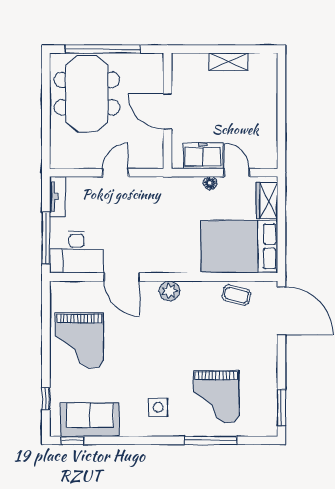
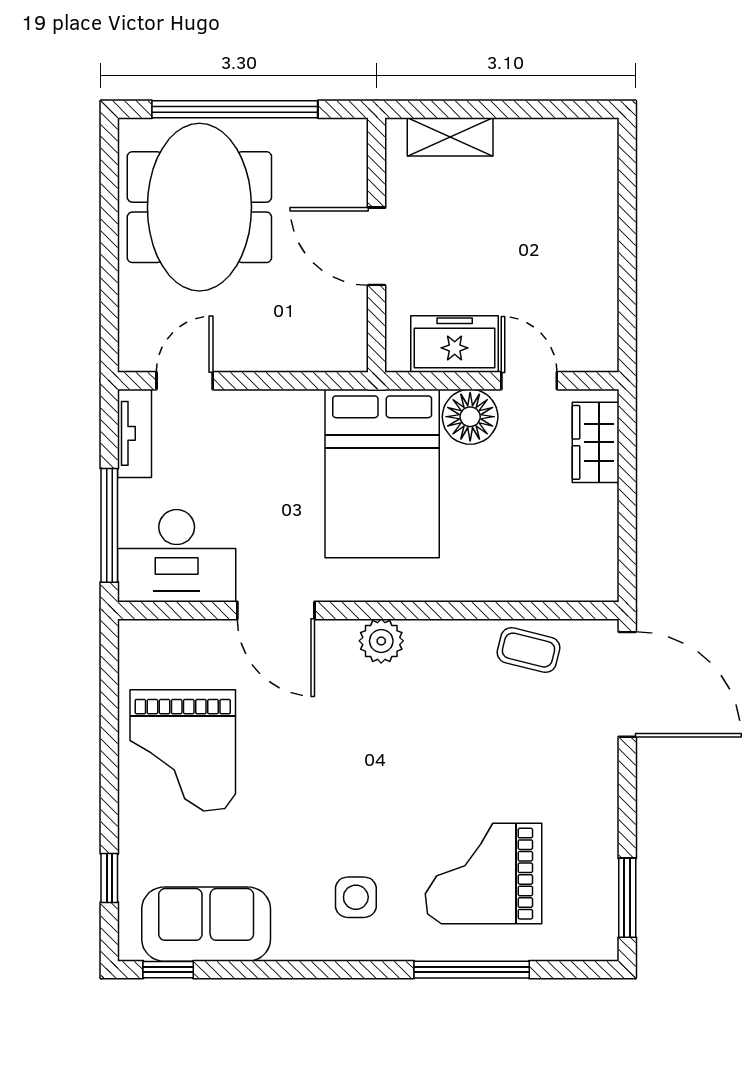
shelving: (229, 62) -> (450, 137), moved
door: (115, 173) -> (185, 381), moved
floor lamp: (210, 183) -> (470, 417), width x1.89, depth x1.89
bed: (239, 246) -> (382, 474), moved, turned -90
grand piano: (216, 397) -> (484, 874), turned 90

